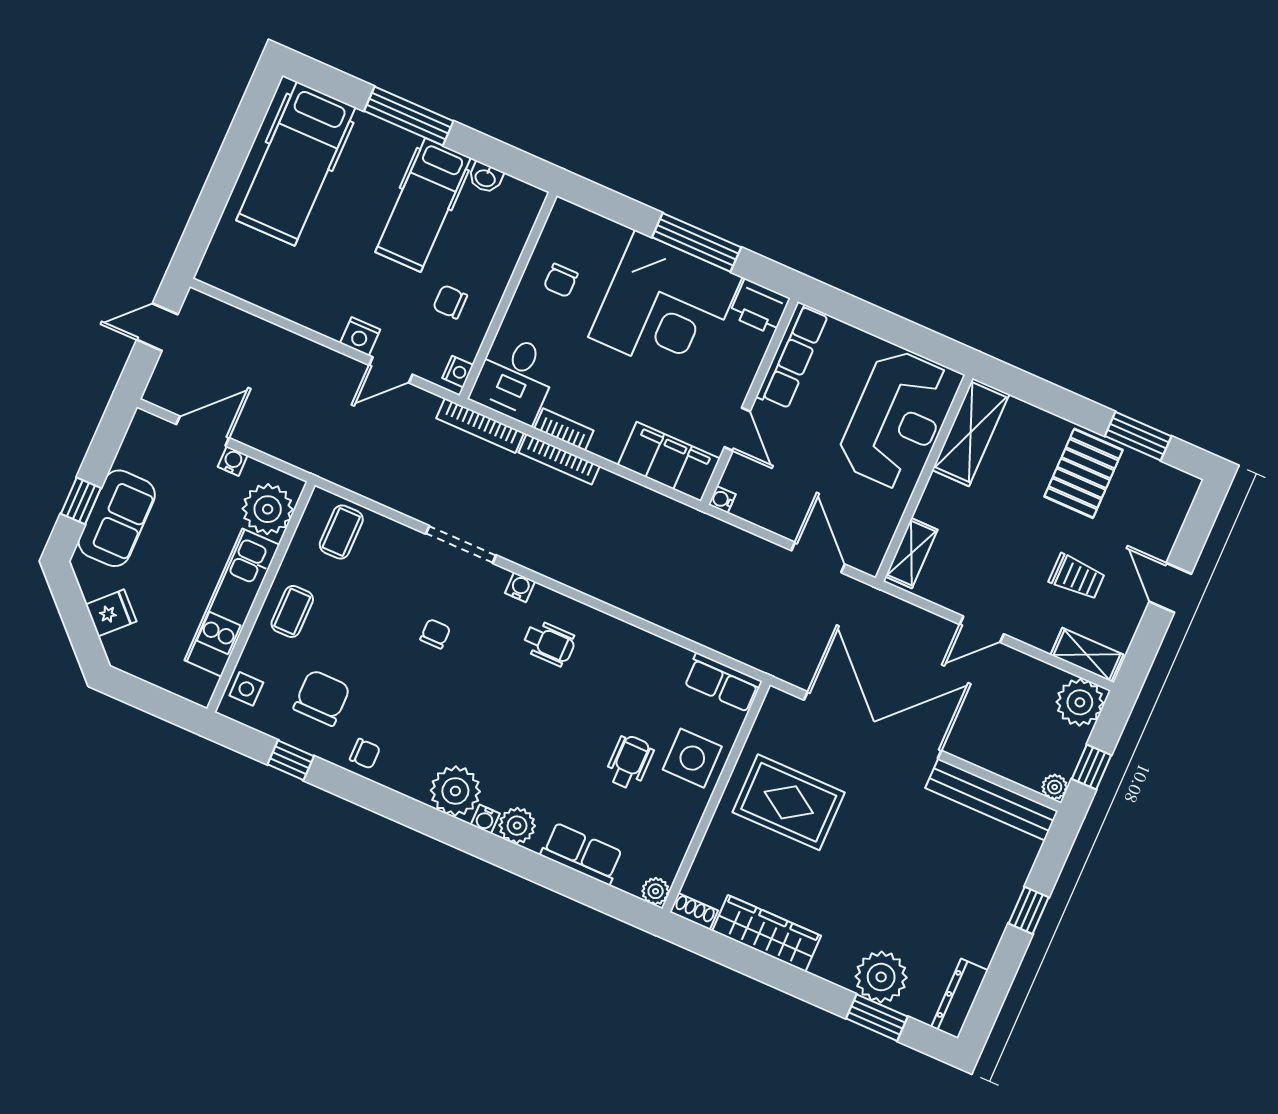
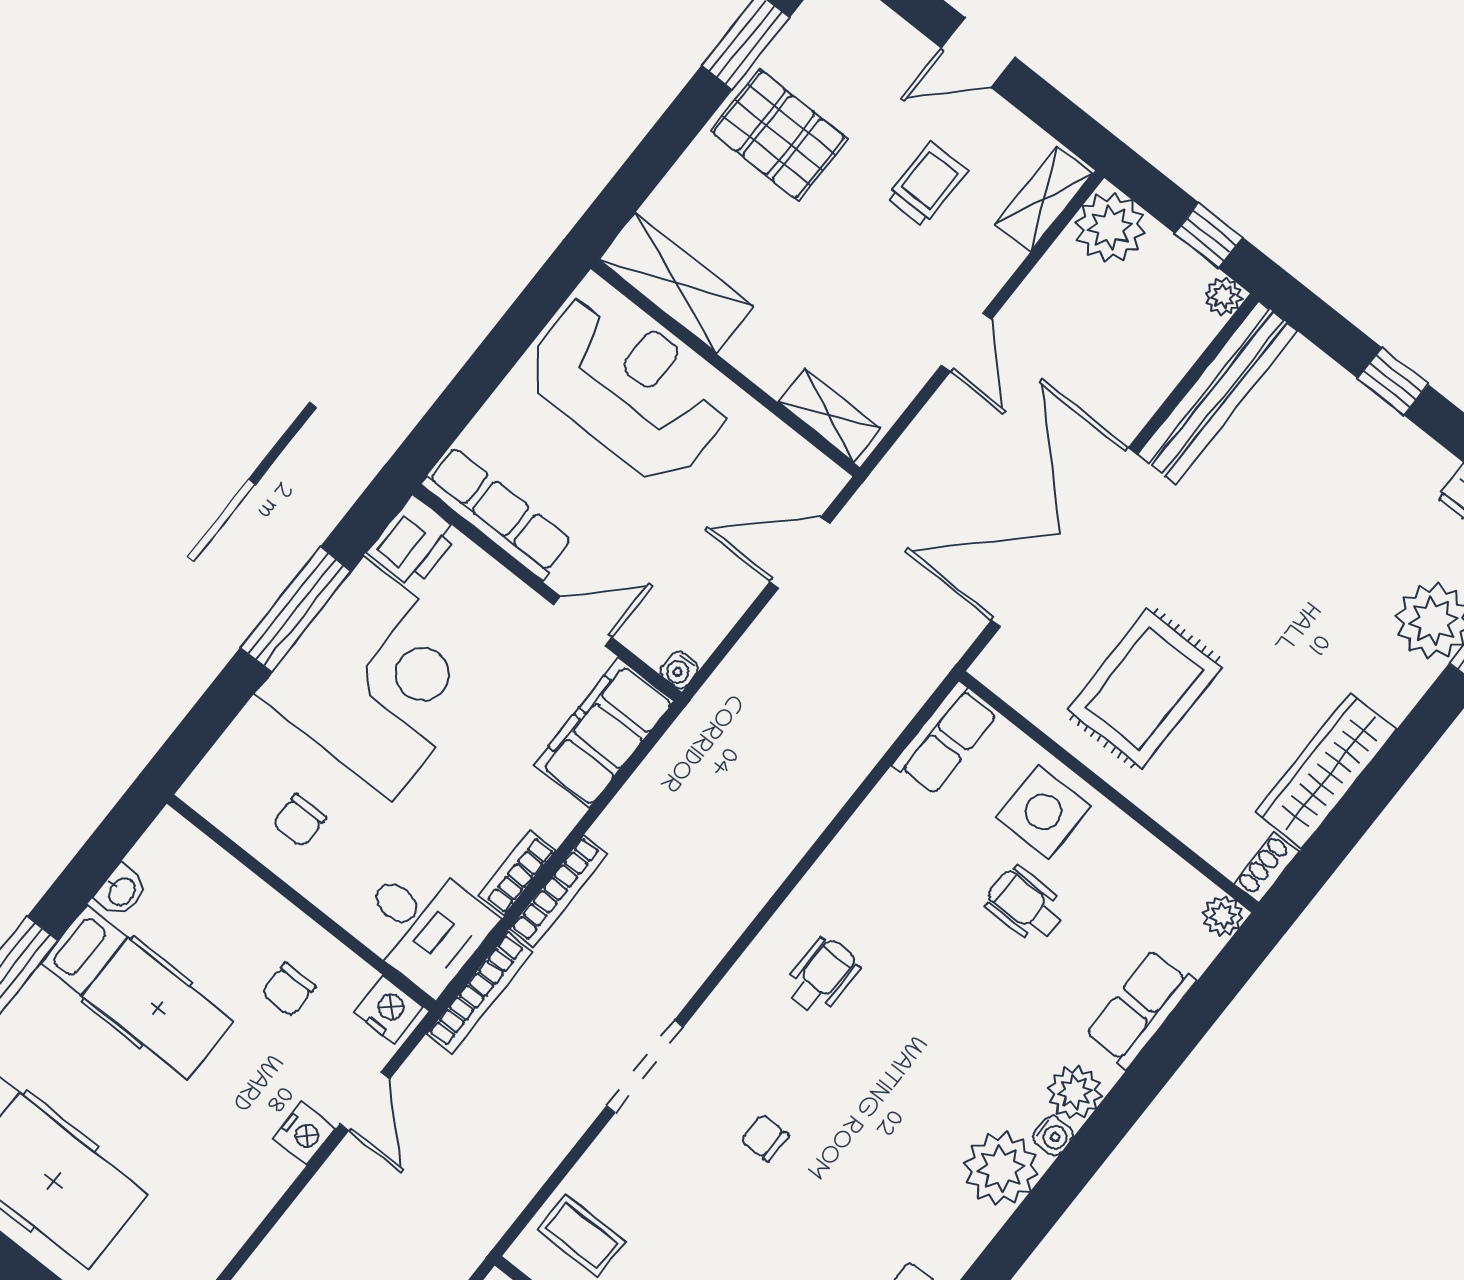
chair: (561, 280) -> (299, 821), turned 90
nightstand: (458, 372) -> (389, 1010), width x1.39, depth x1.35
water cooler: (520, 587) -> (730, 997), removed

